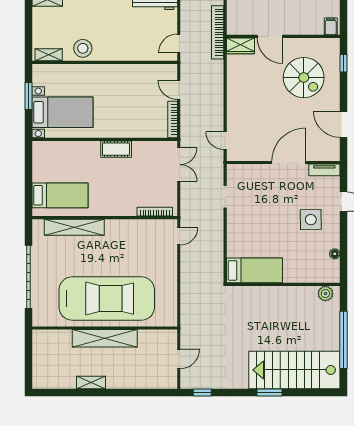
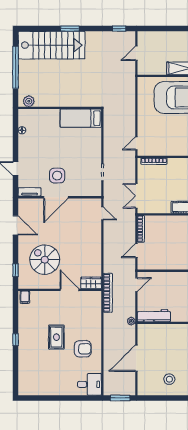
door: (179, 90) -> (136, 251), swing flipped
side table: (311, 220) -> (57, 176), moved

